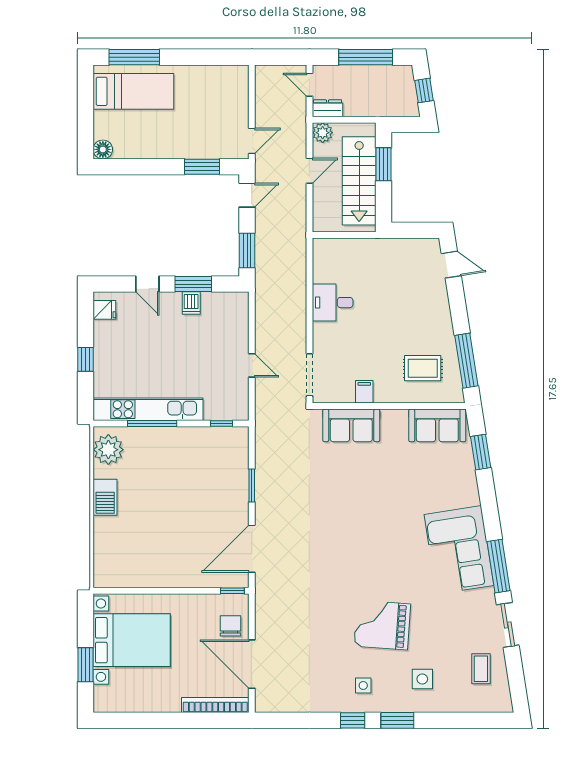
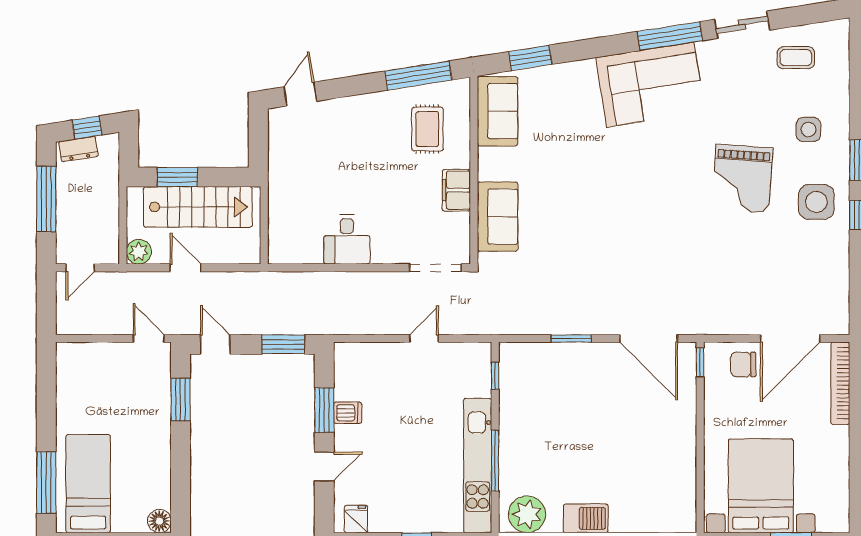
dresser: (328, 108) -> (78, 149), moved, turned -99
filing cabinet: (364, 392) -> (456, 190), width x2.00
side table: (363, 686) -> (816, 202), width x1.87, depth x1.87

